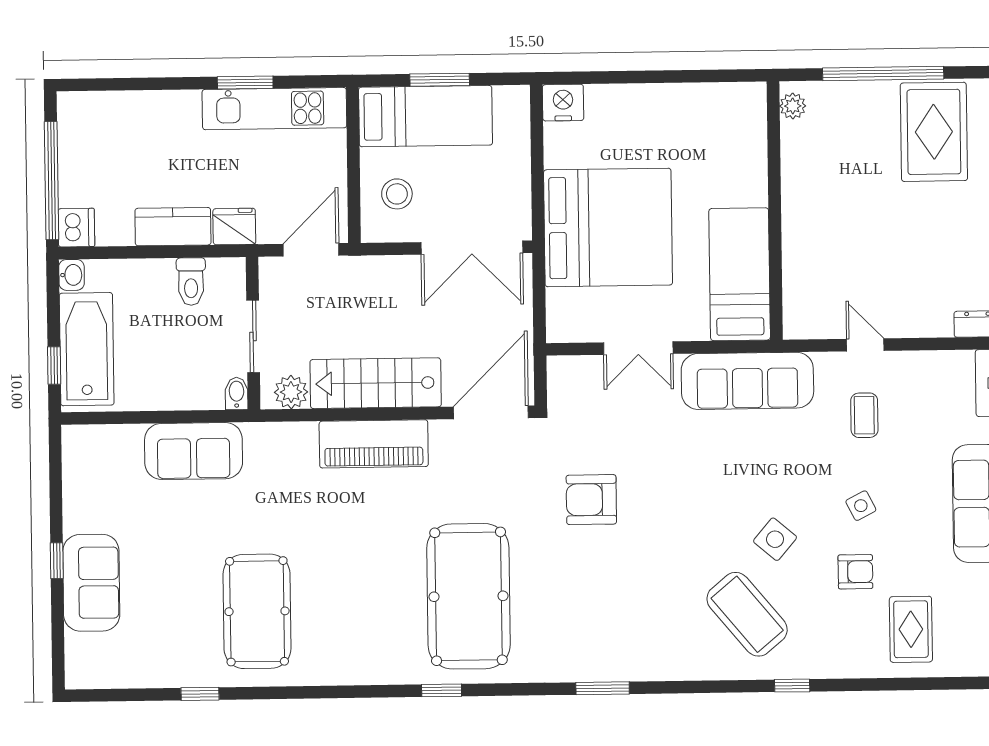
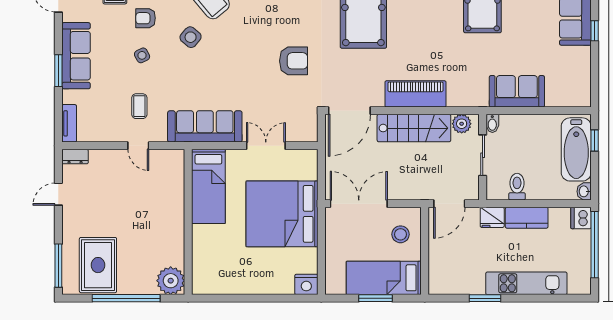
plant: (793, 106) -> (171, 281), width x1.87, depth x1.87
kitchen unit: (274, 109) -> (526, 283), moved

